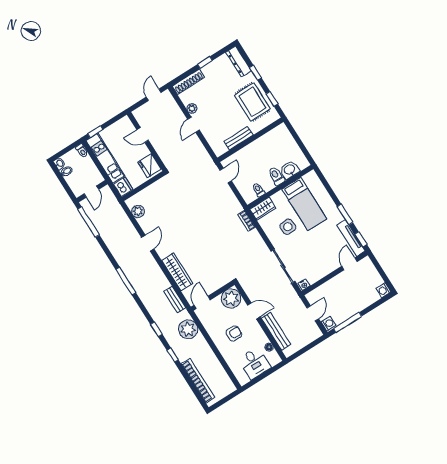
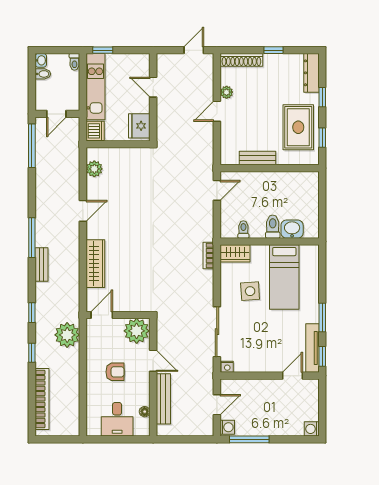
bench: (175, 299) -> (41, 265), moved

